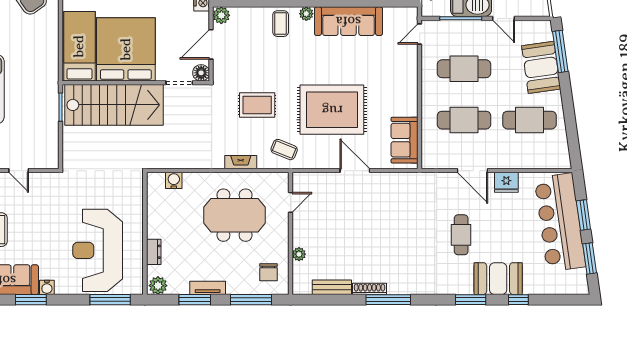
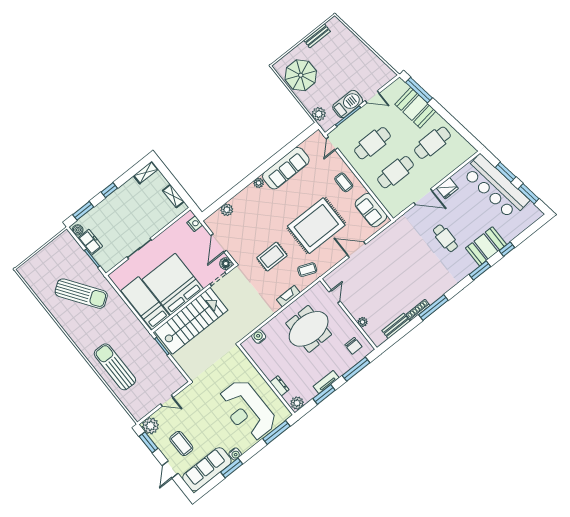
plant: (221, 15) -> (227, 210), moved
coffee table: (281, 24) -> (344, 182), moved

